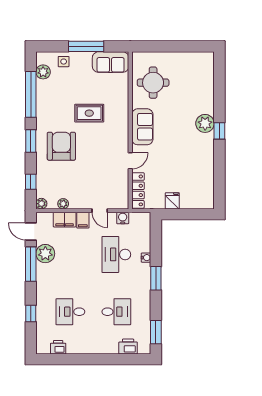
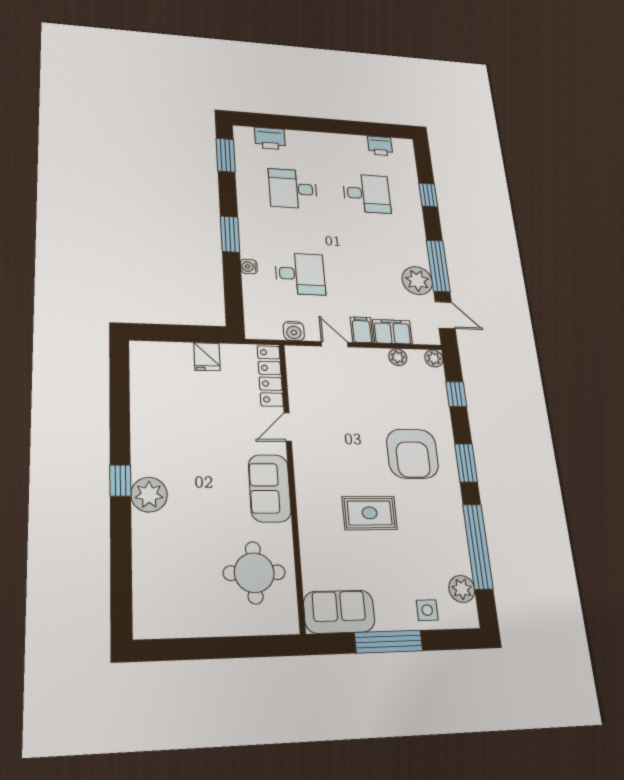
desk: (116, 254) -> (300, 274), width x0.73

